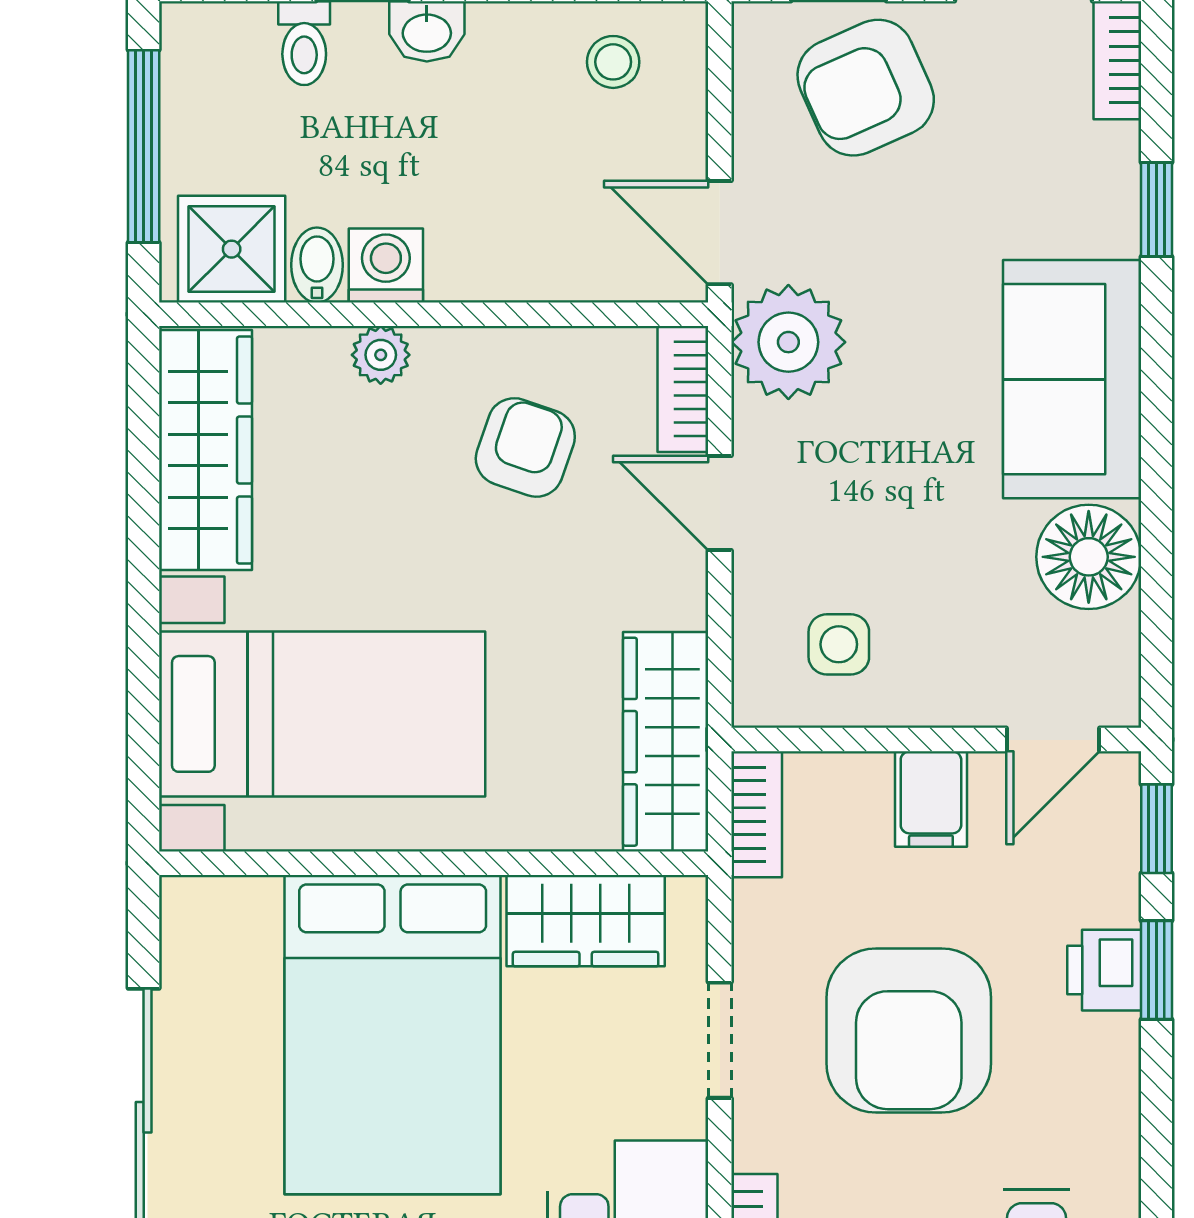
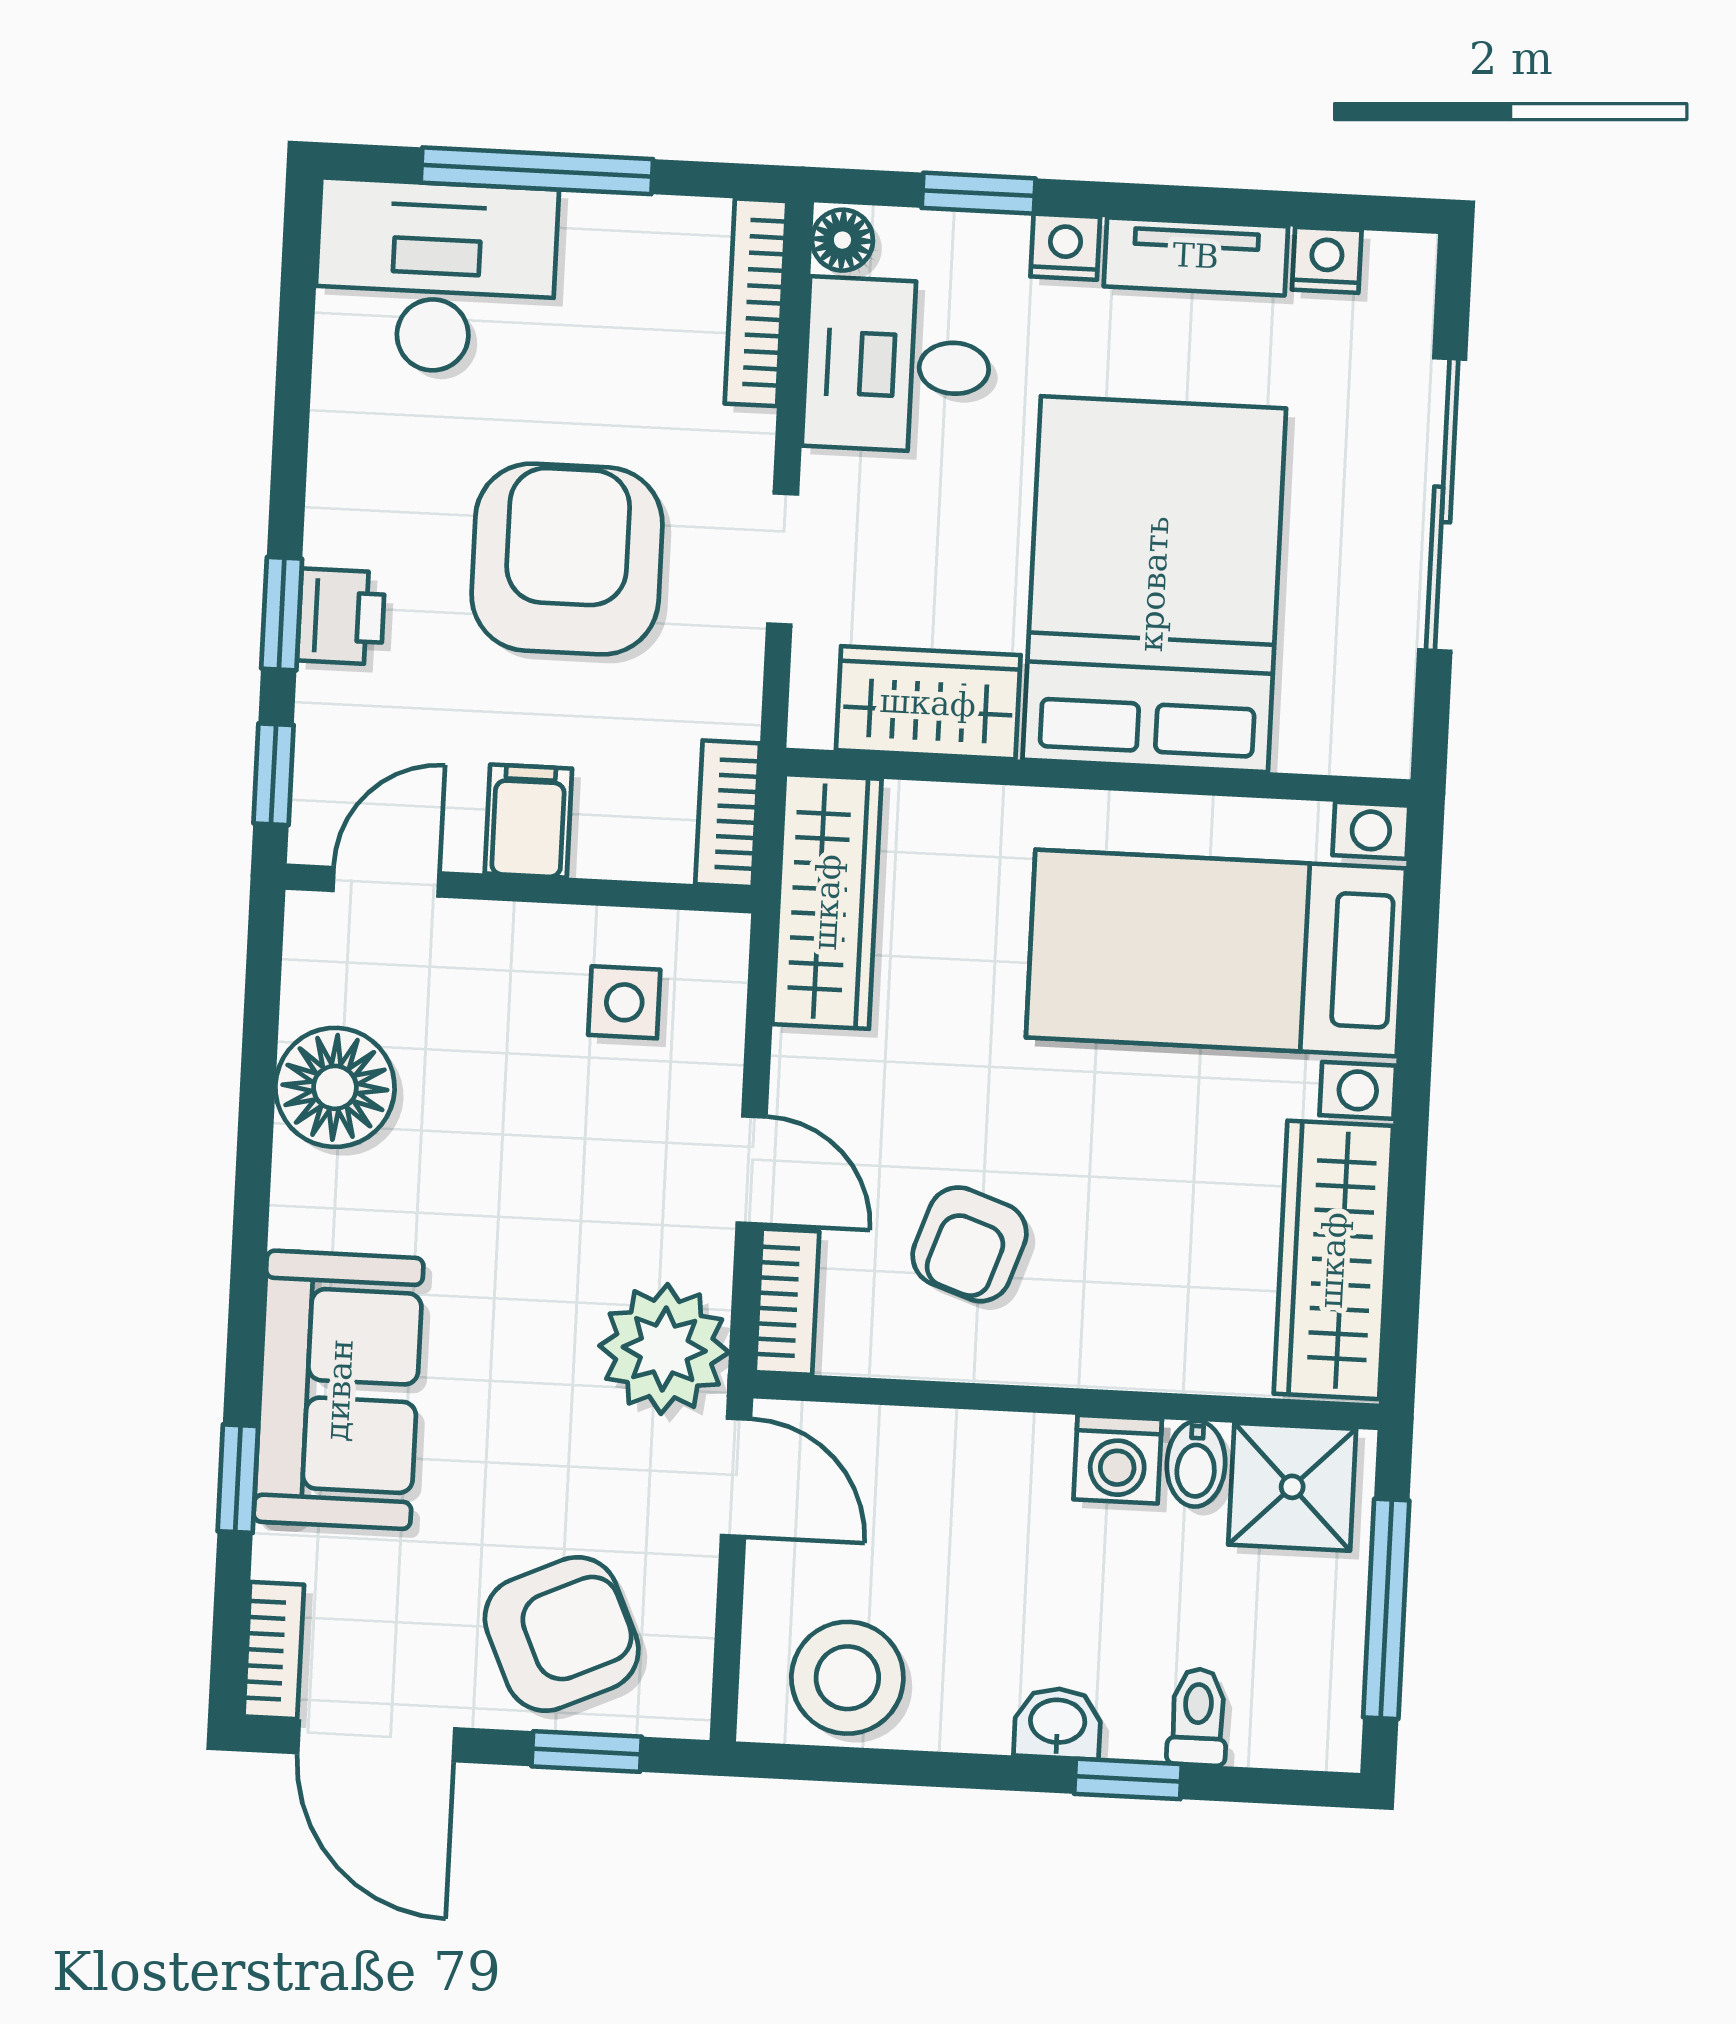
stool: (613, 62) -> (847, 1678), width x1.89, depth x1.89
plant: (381, 355) -> (1129, 1358), removed
sofa: (1072, 379) -> (339, 1390), moved

